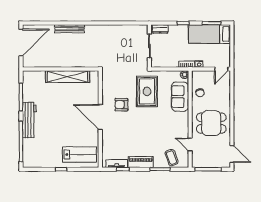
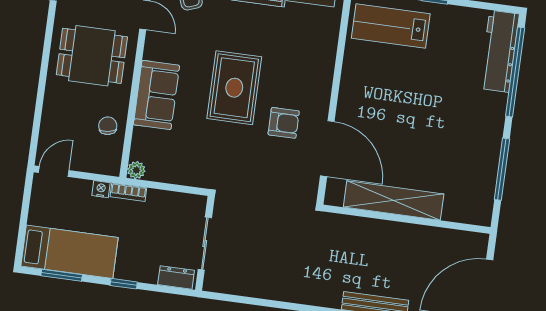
rug: (147, 91) -> (234, 88), moved
sofa: (180, 97) -> (156, 95), moved
door: (100, 117) -> (327, 149), moved
workbench: (29, 120) -> (499, 51), moved

